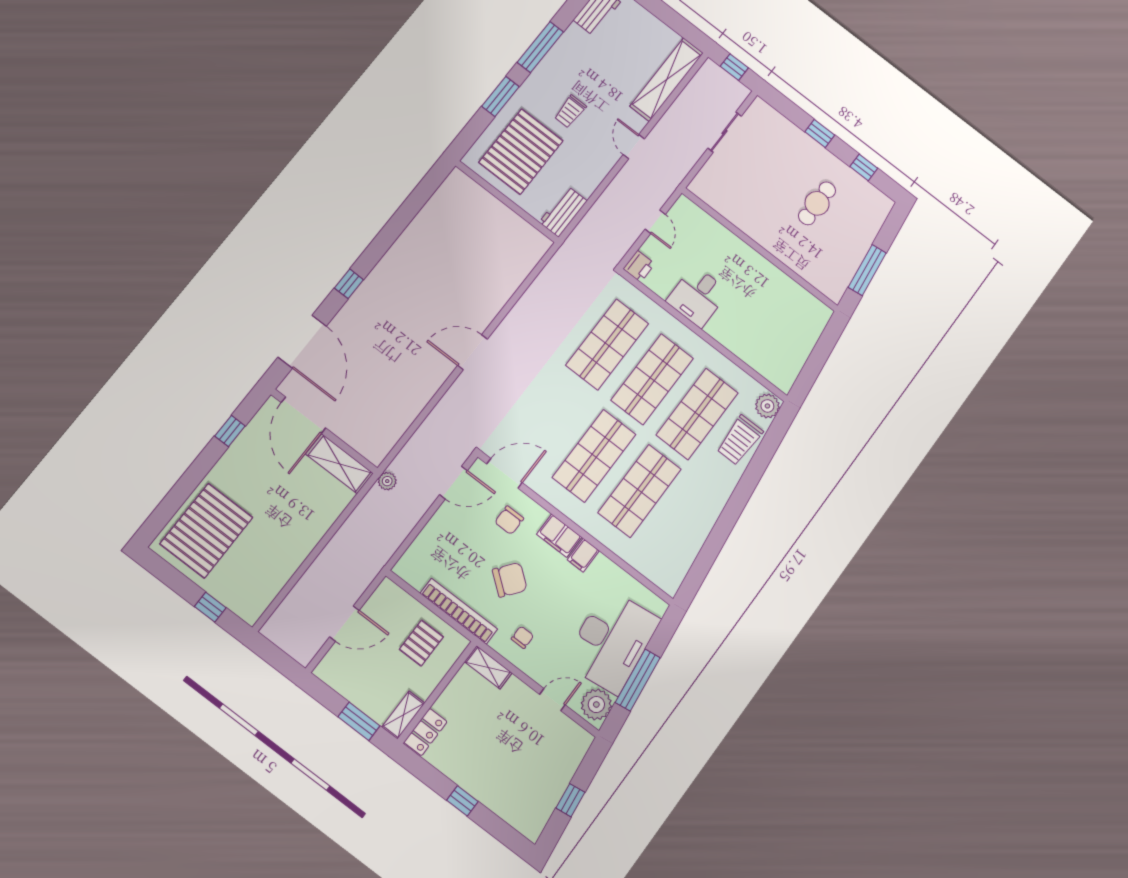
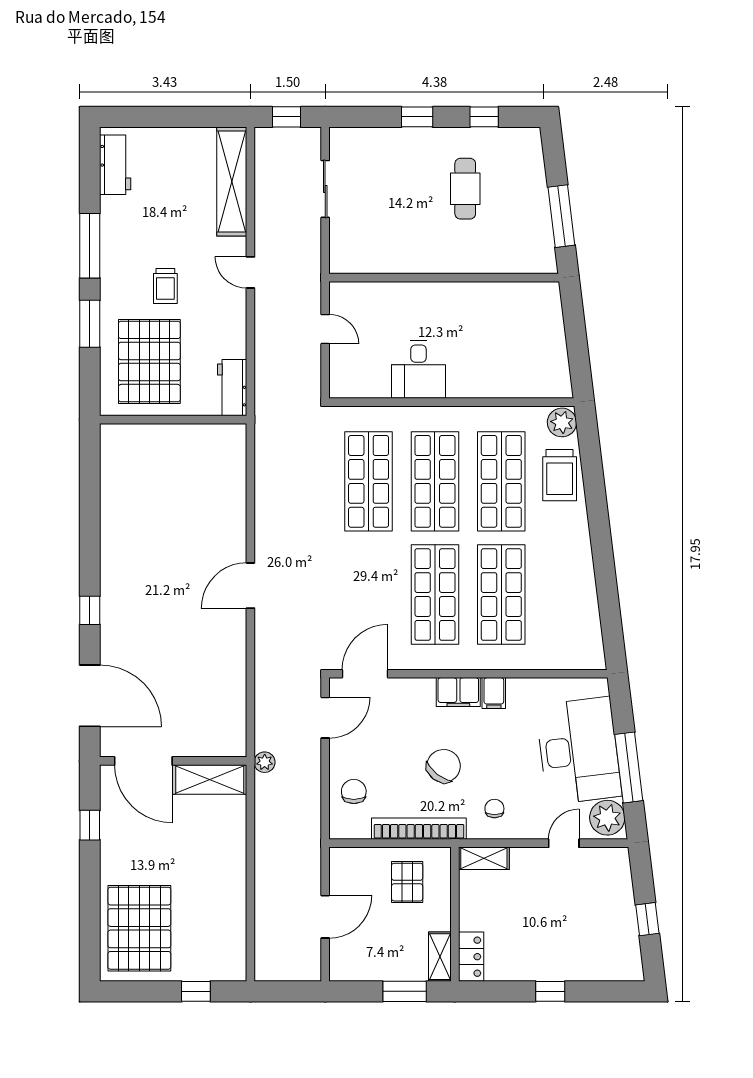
printer: (639, 266) -> (342, 384), removed
chair: (509, 520) -> (354, 791), moved, turned 180

